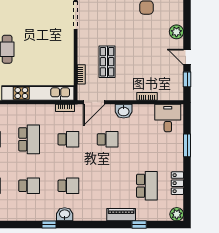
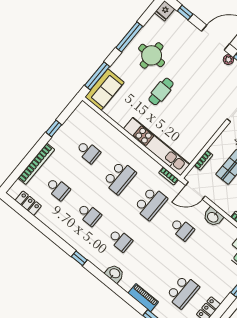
school desk: (68, 139) -> (151, 203), width x1.85
washbasin: (65, 214) -> (115, 274), moved

